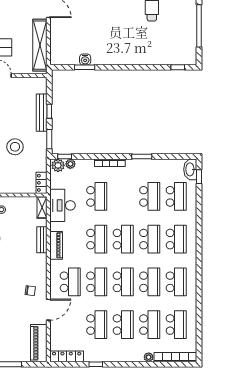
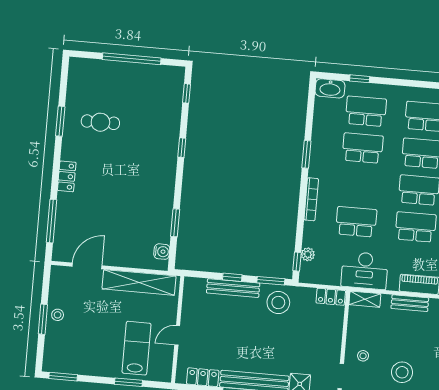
water cooler: (85, 59) -> (162, 252), moved
window: (139, 67) -> (182, 148), added
stool: (15, 147) -> (278, 302), moved
plant: (58, 165) -> (309, 272), removed
window: (199, 177) -> (360, 79), moved

